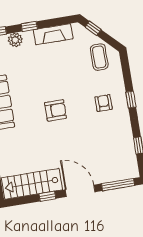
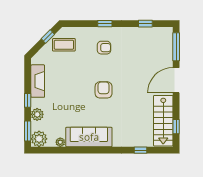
window: (93, 28) -> (48, 37), moved
armchair: (104, 103) -> (104, 48), turned 180
window: (47, 196) -> (176, 127), moved

